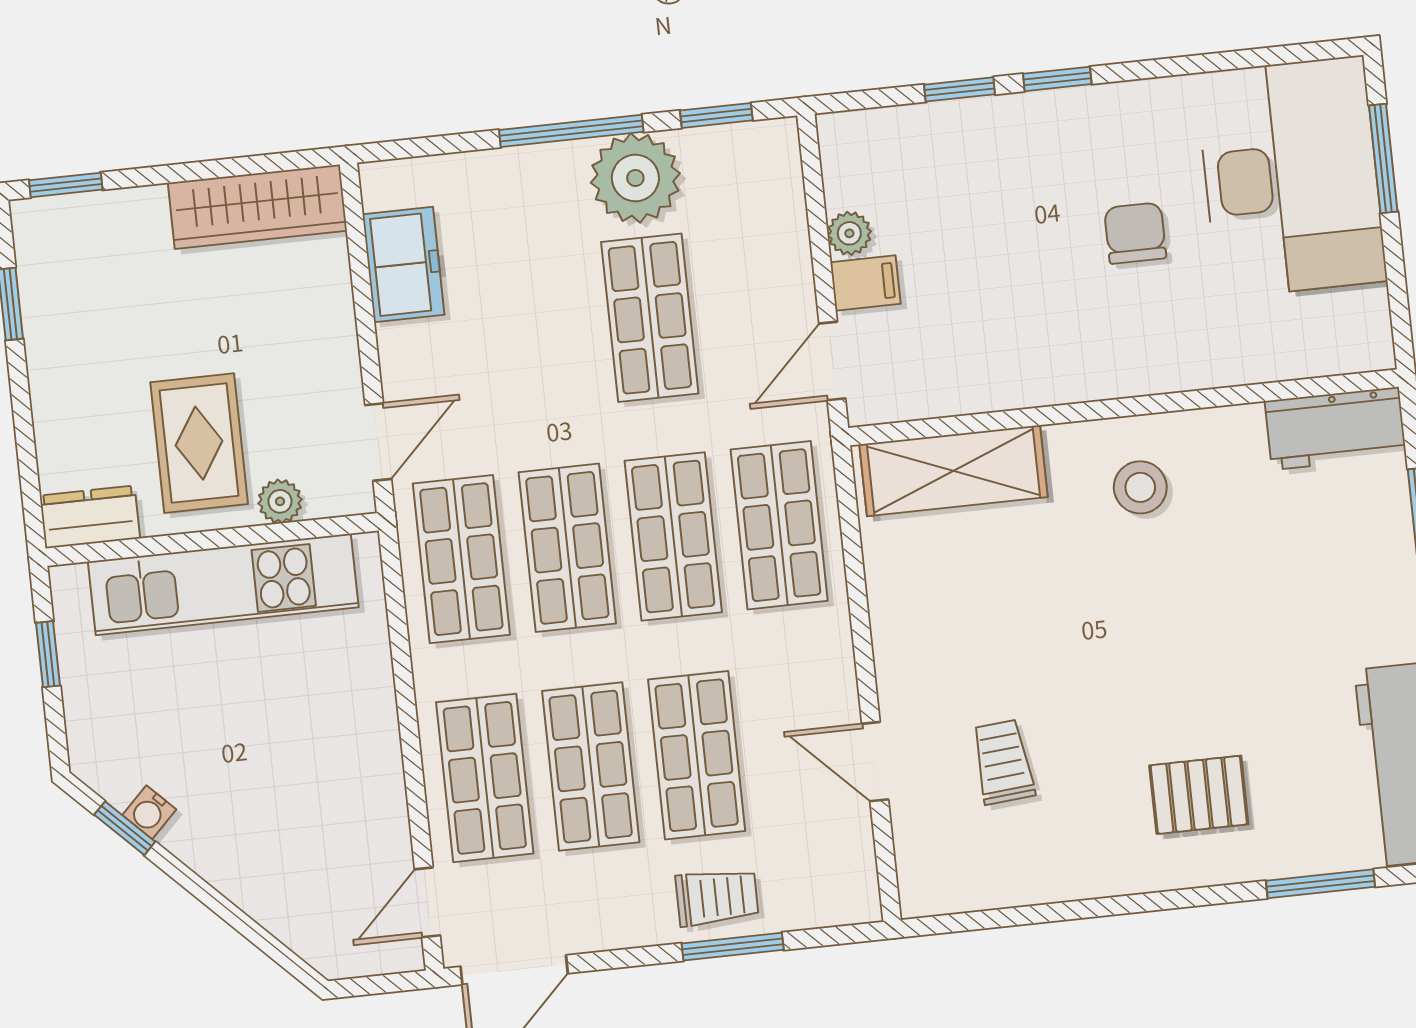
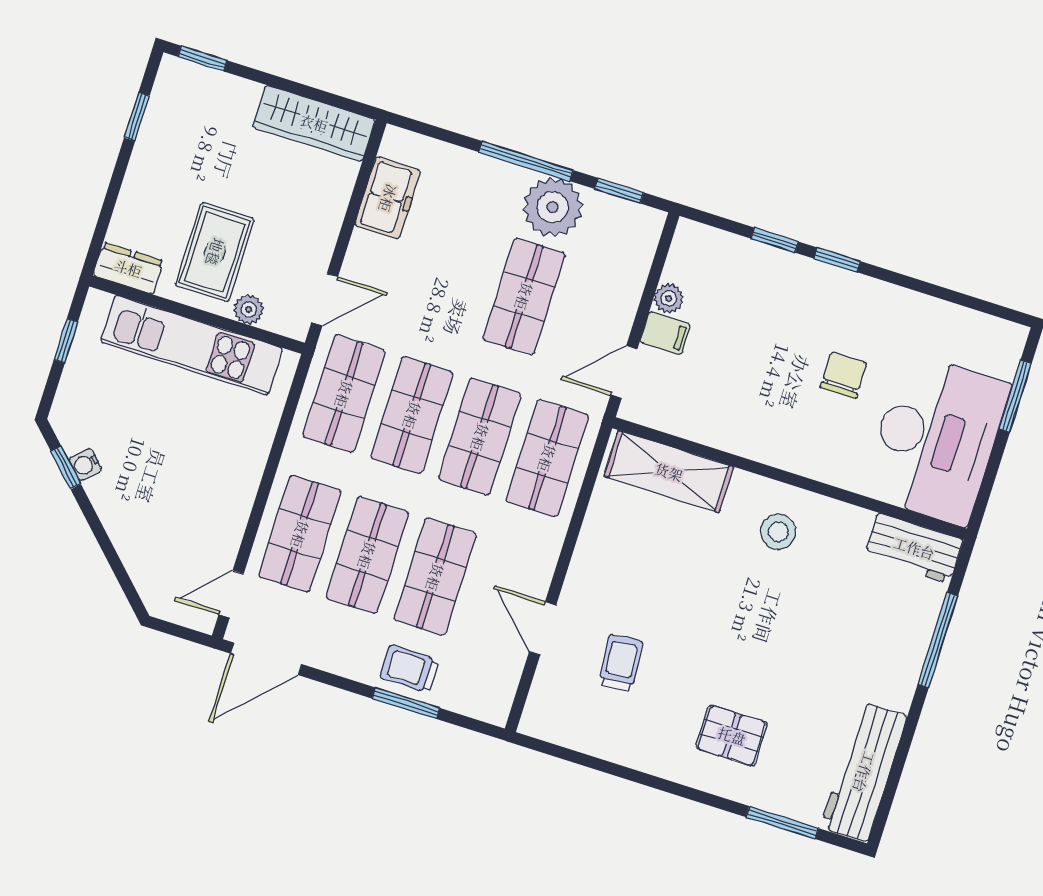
desk: (1291, 177) -> (936, 439), moved
trolley: (717, 897) -> (410, 669), turned 180

